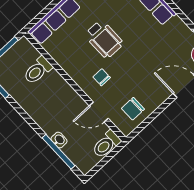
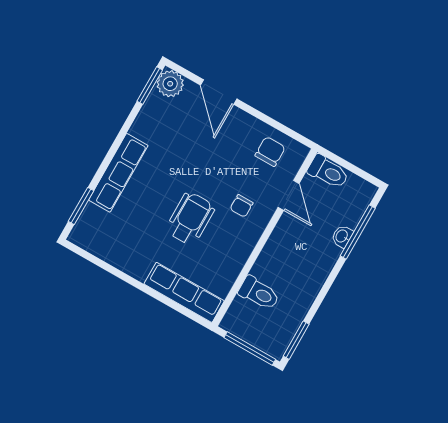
chair: (133, 109) -> (270, 151), turned -90

